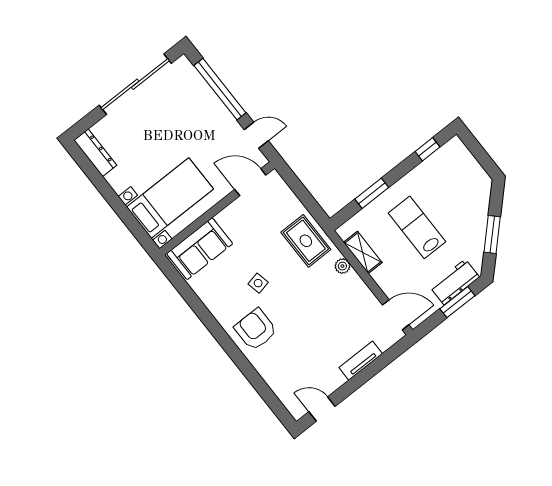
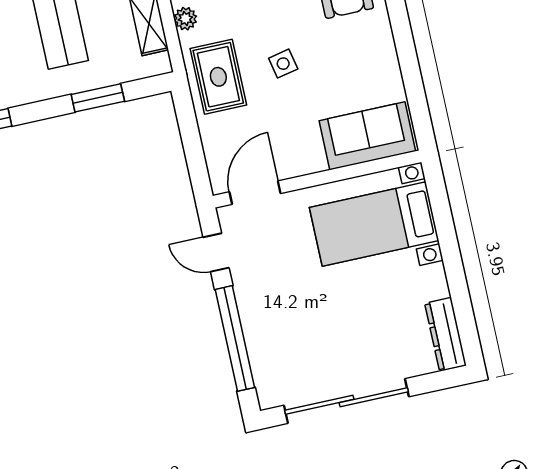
door: (250, 182) -> (255, 193), swing flipped
side table: (258, 283) -> (283, 64), moved

